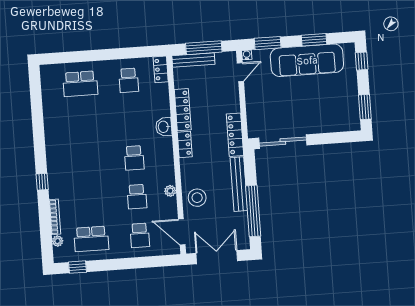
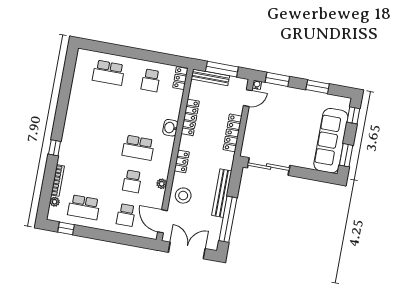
sofa: (307, 60) -> (331, 141), moved, turned 90
locker: (235, 135) -> (232, 133), moved
locker: (185, 144) -> (182, 161), moved
school desk: (134, 158) -> (138, 148), width x1.85

